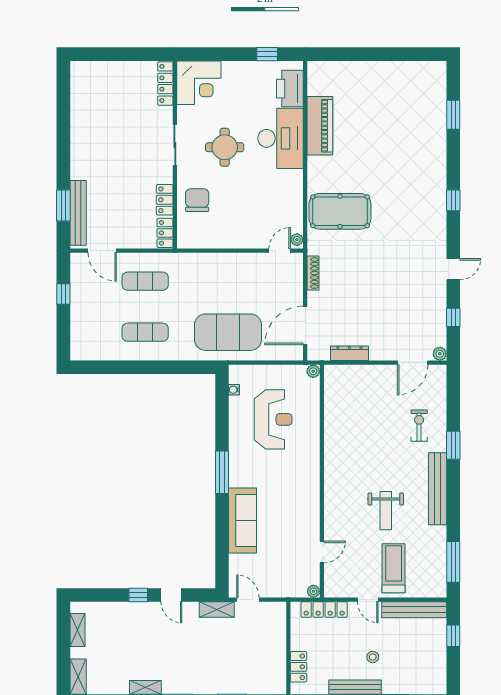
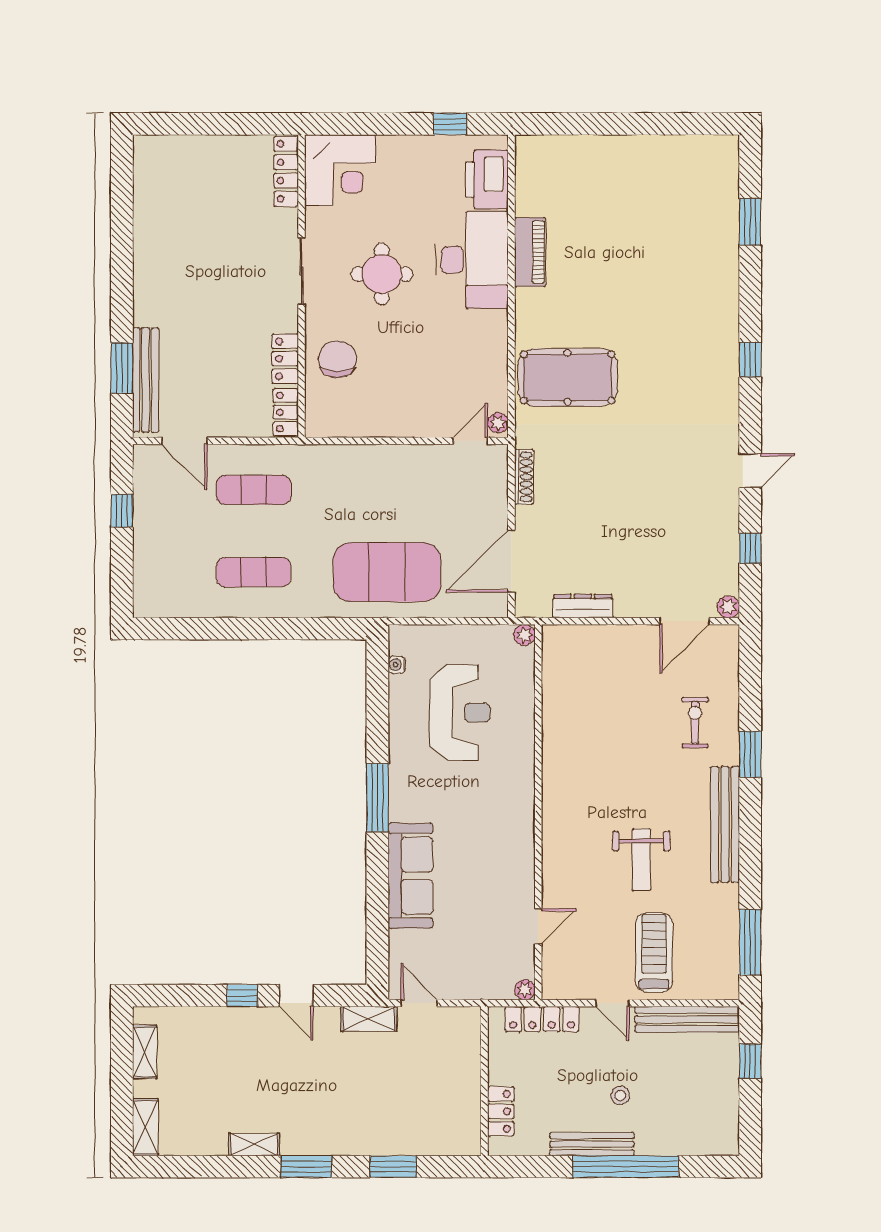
piano: (320, 126) -> (530, 252), width x0.73, depth x0.75

